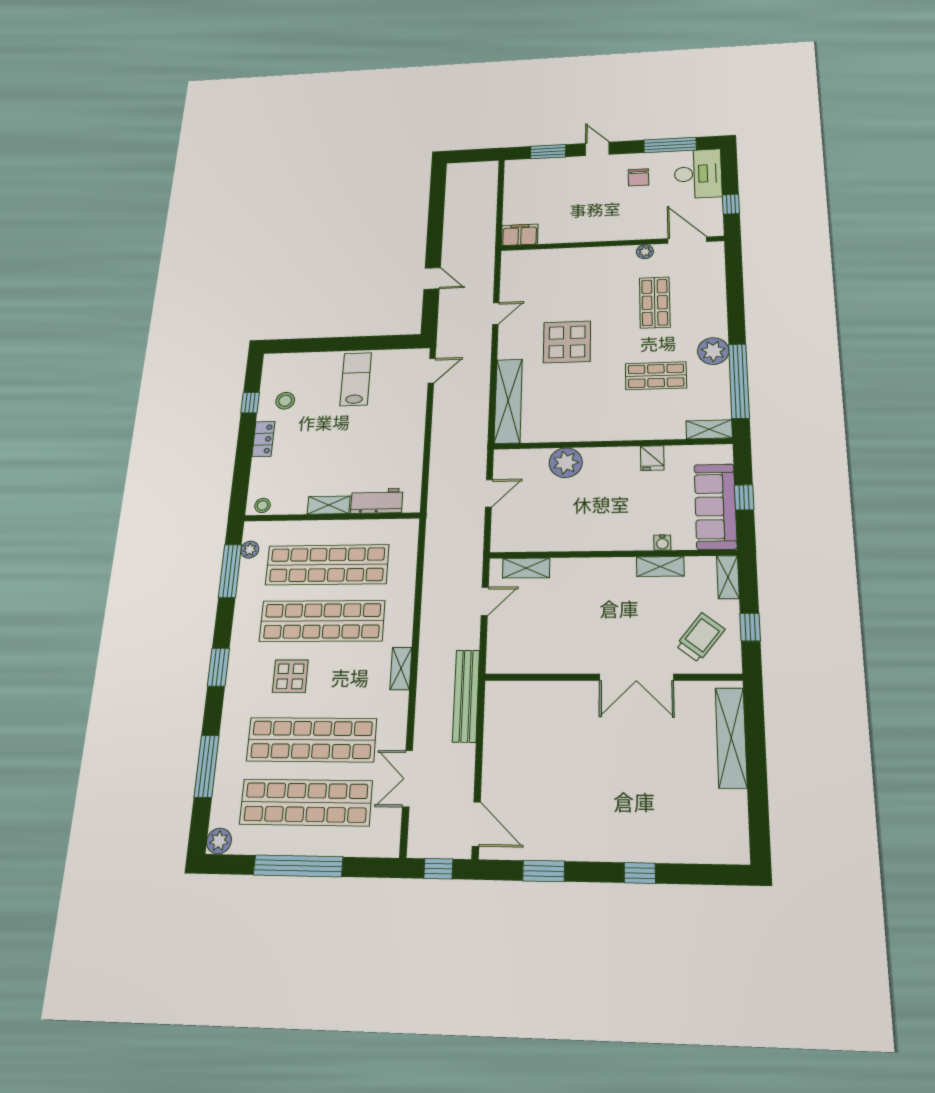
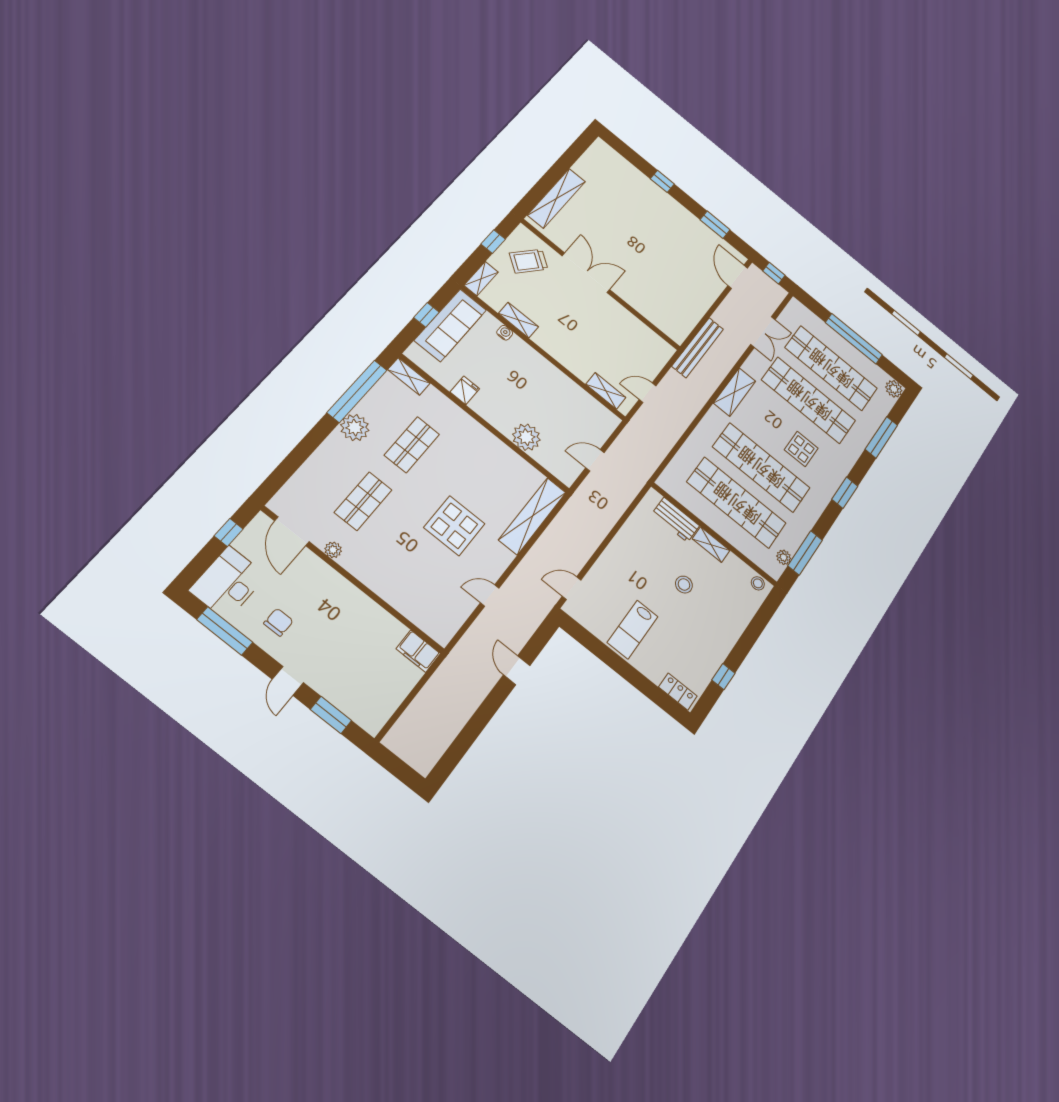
shop shelf: (656, 376) -> (412, 445), turned 90
stool: (285, 401) -> (684, 585), moved
locker: (263, 439) -> (678, 692), moved, turned 90
shelving: (401, 668) -> (735, 392), width x1.50, depth x1.33

